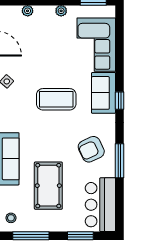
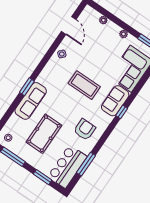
armchair: (91, 149) -> (85, 129), turned 115
window: (120, 161) -> (86, 164), moved

